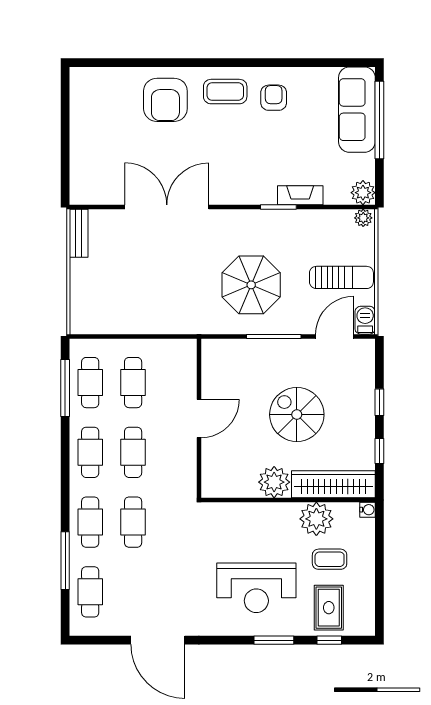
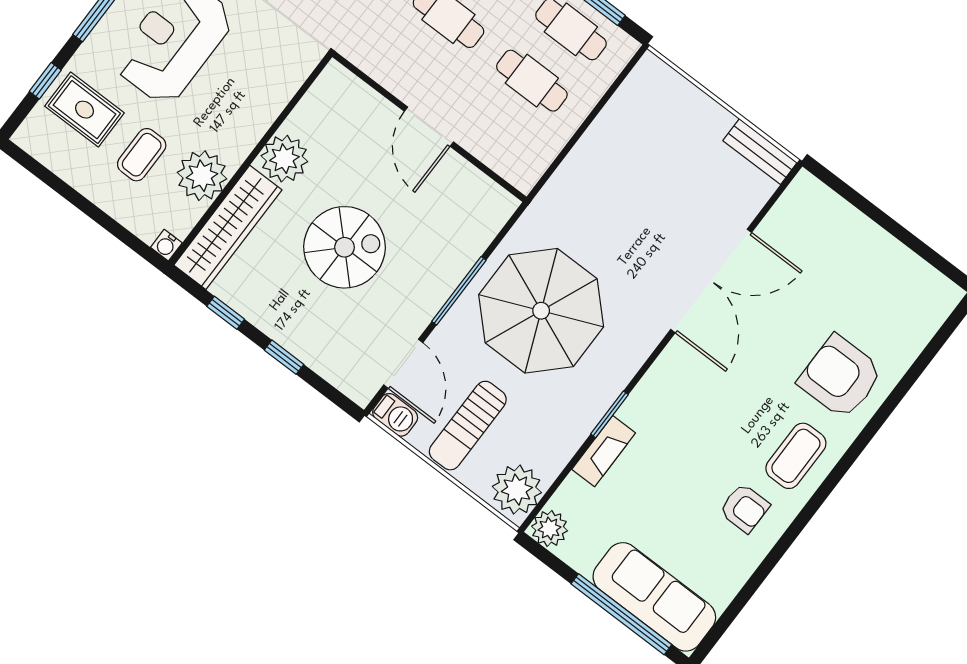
plant: (363, 218) -> (517, 490), width x1.88, depth x1.88
parasol: (251, 285) -> (541, 311), width x1.36, depth x1.36

